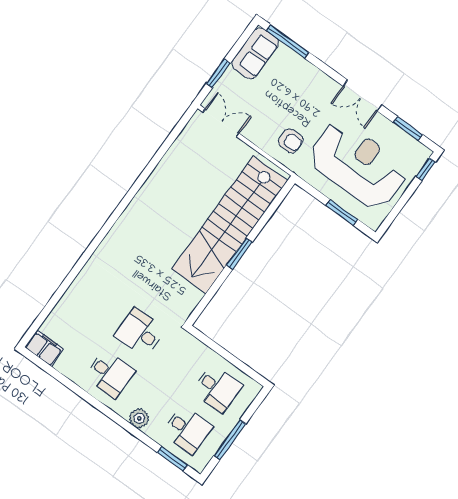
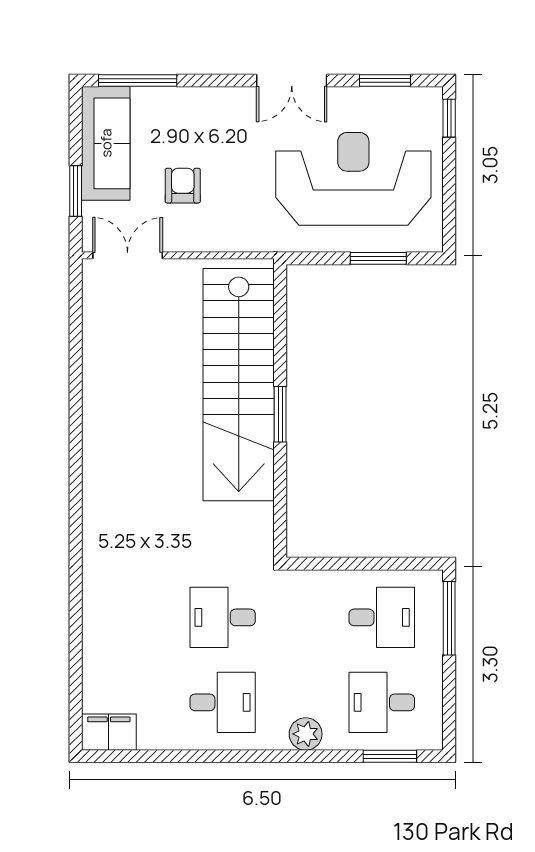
sofa: (255, 53) -> (106, 143), width x1.36
armchair: (291, 141) -> (183, 186), moved, turned -90
desk: (187, 430) -> (382, 702), turned 180
window: (230, 440) -> (449, 618), moved

